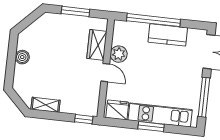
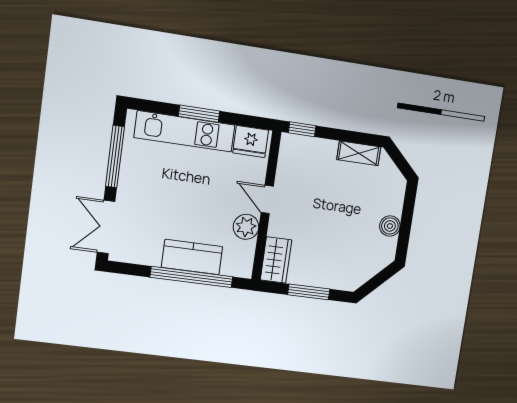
kitchen counter: (168, 35) -> (192, 257), moved
wardrobe: (97, 45) -> (276, 260), moved

